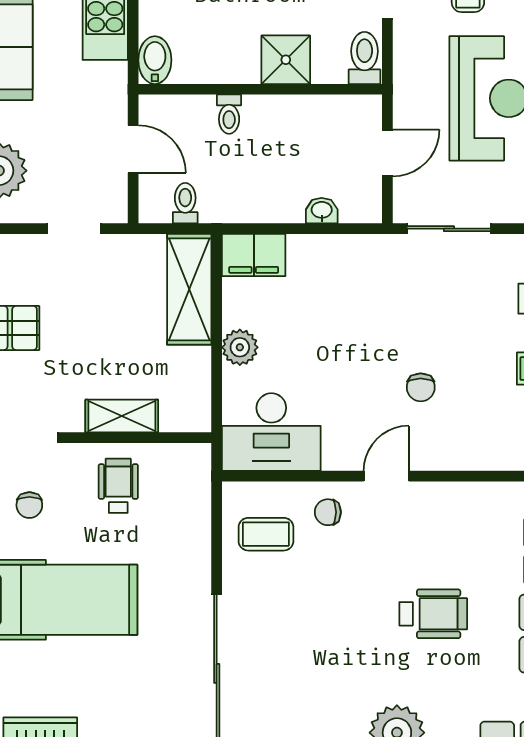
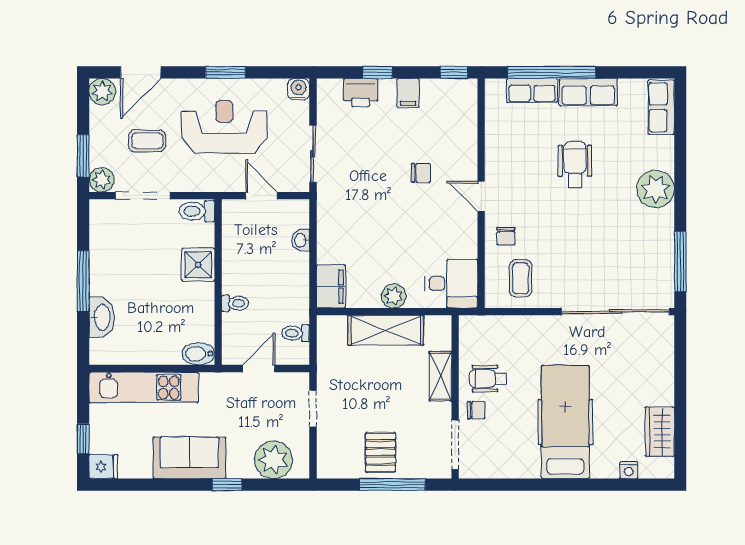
shelving: (189, 289) -> (386, 330), moved
desk: (271, 432) -> (451, 284), width x0.73
chair: (29, 505) -> (476, 410), moved

